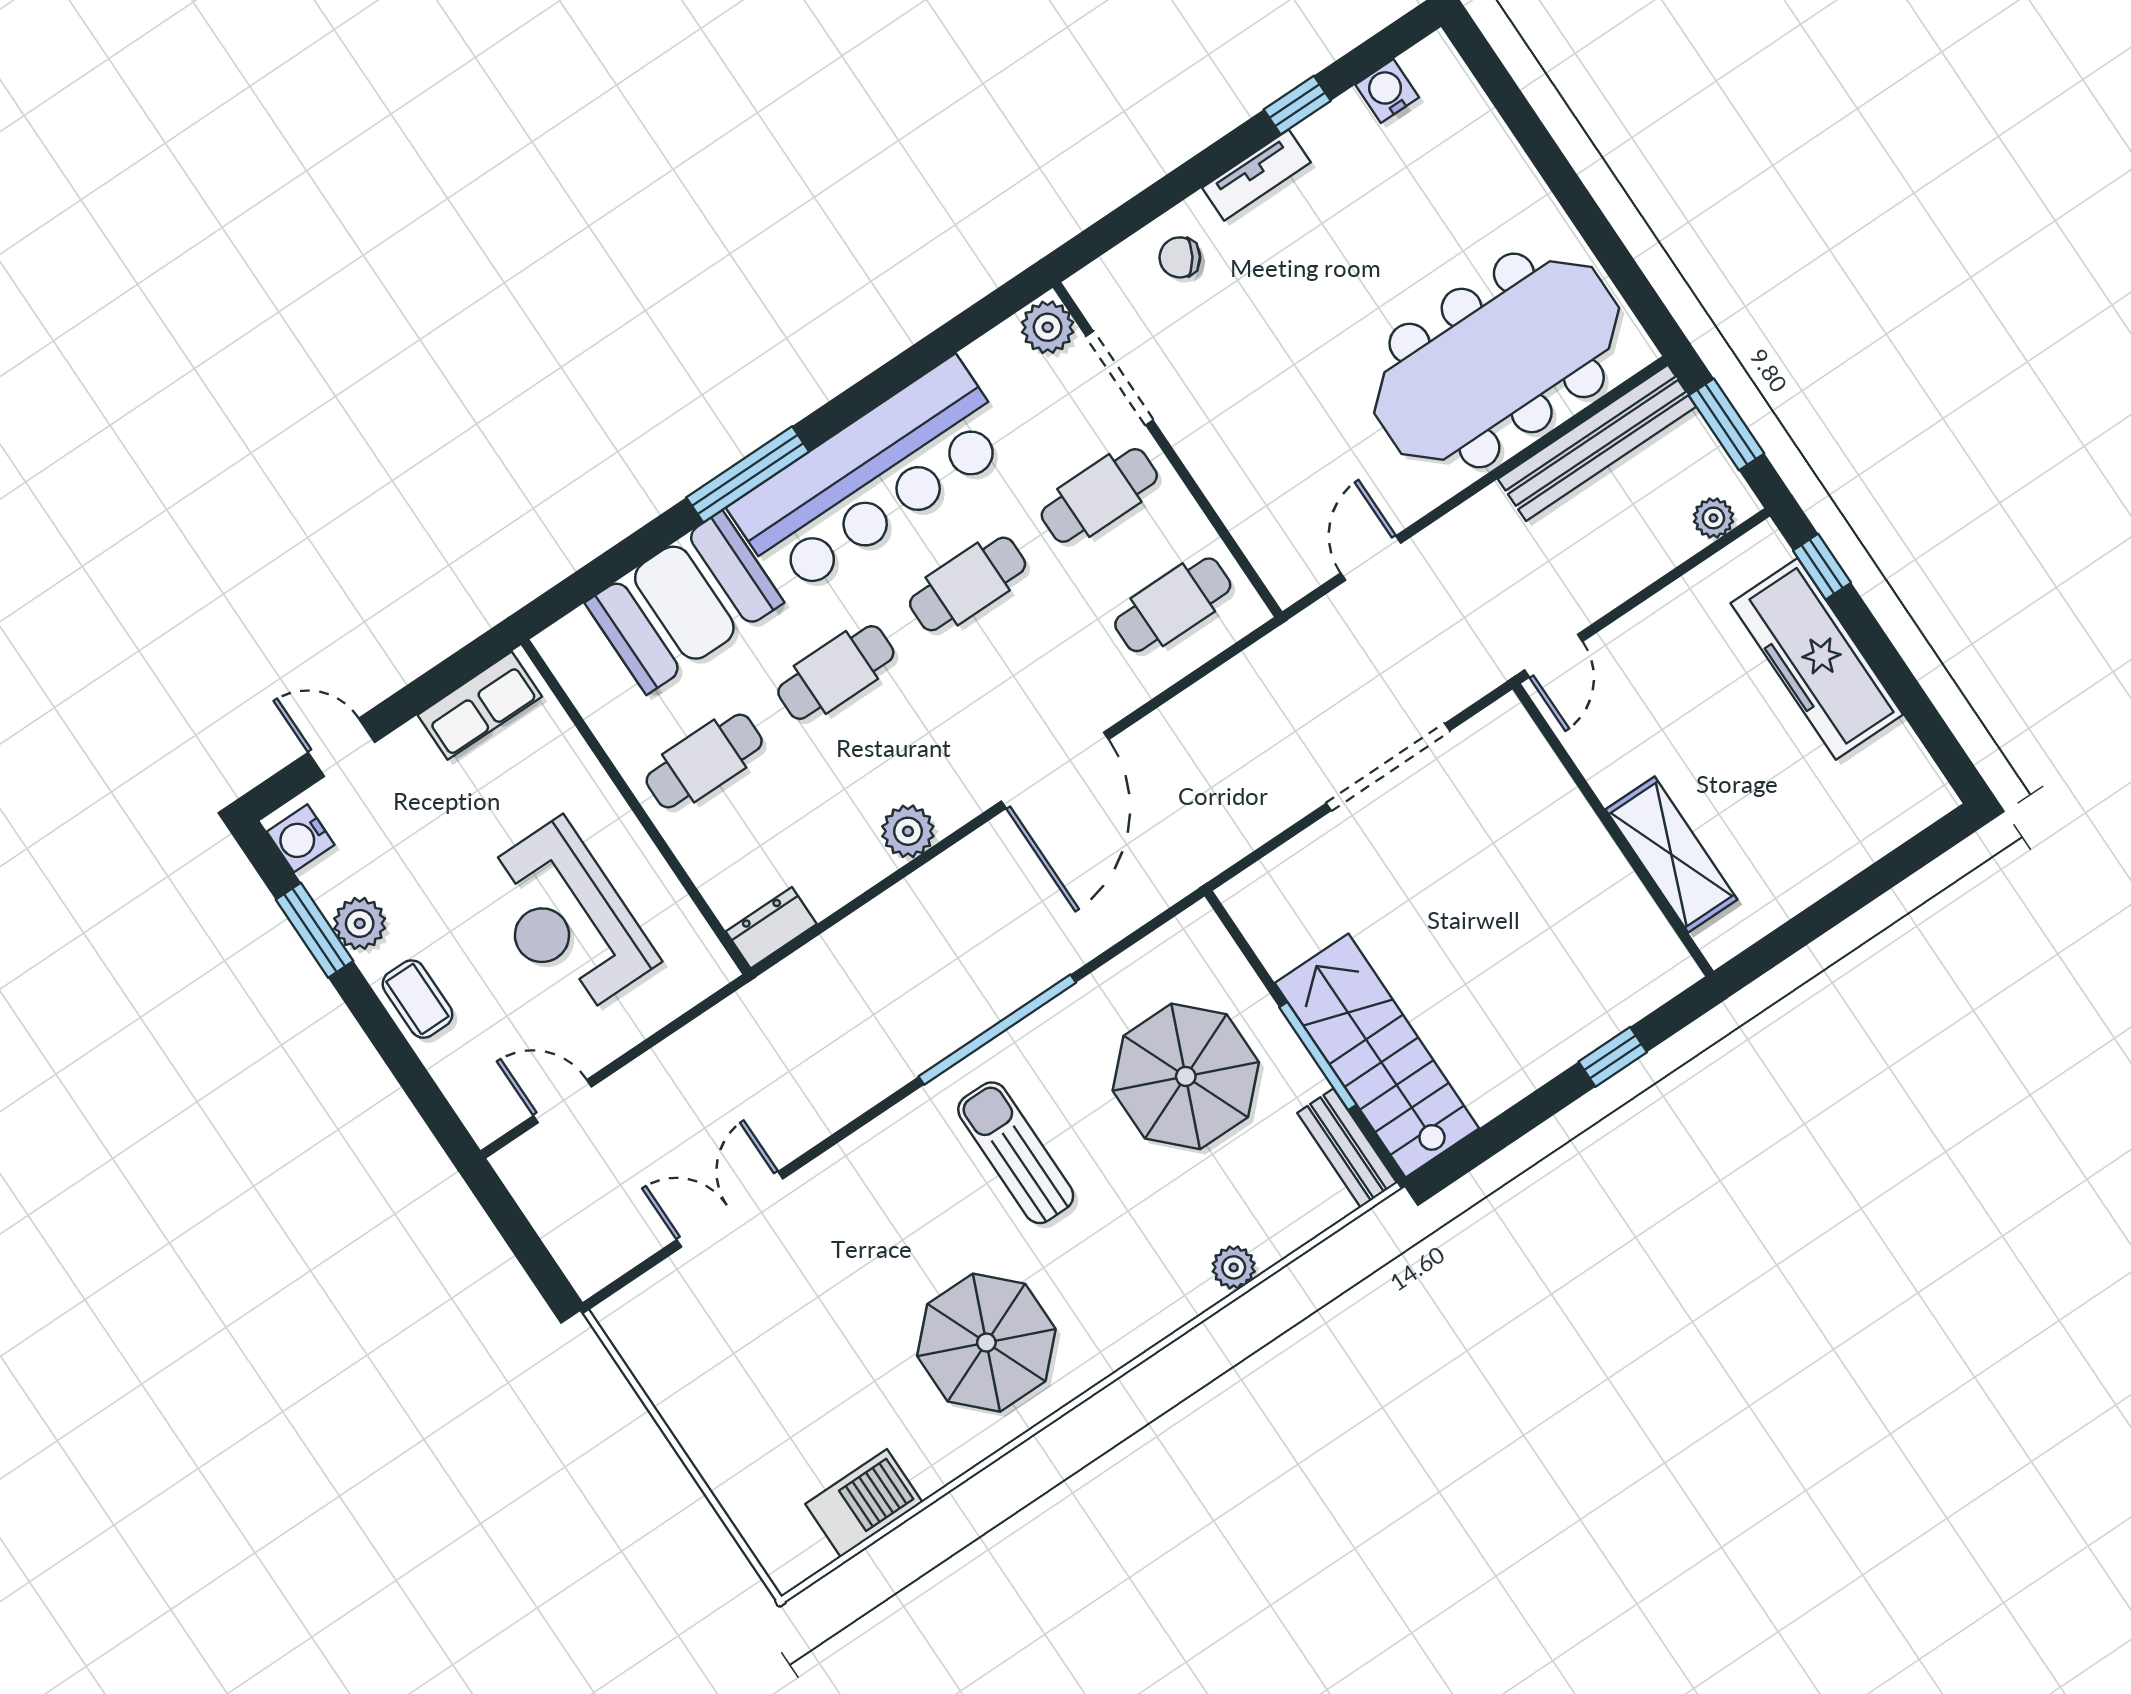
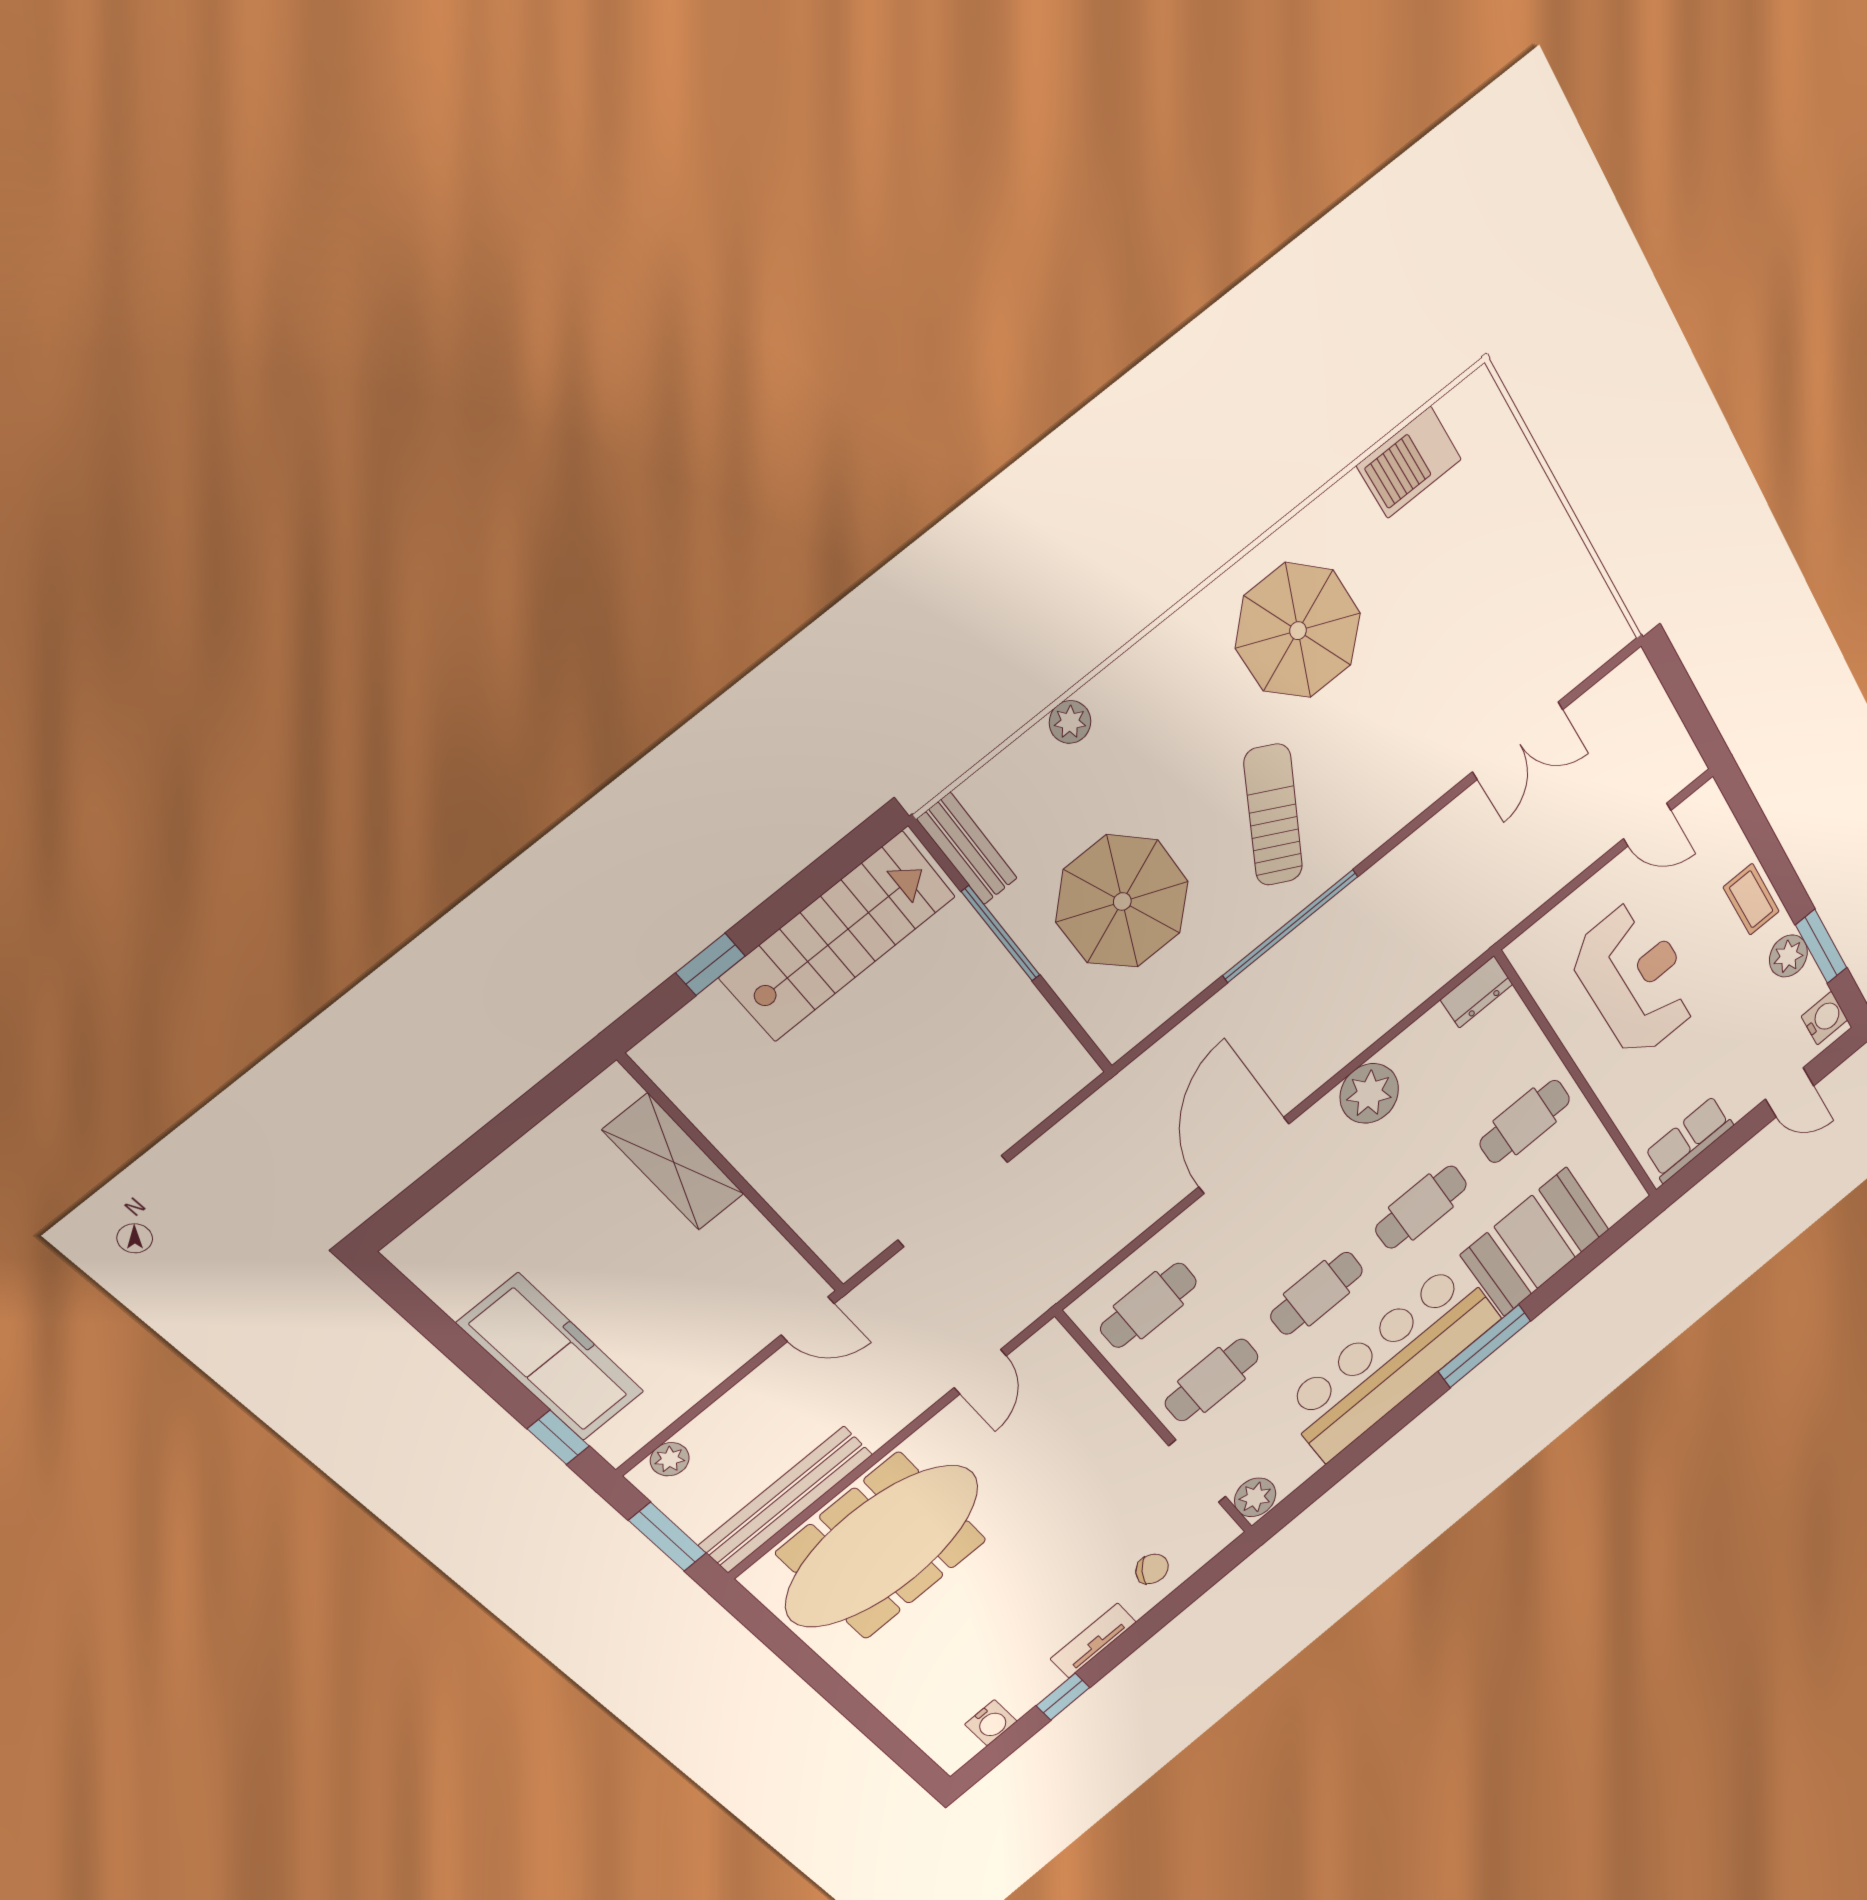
door: (1553, 656) -> (808, 1319), swing flipped
plant: (908, 831) -> (1369, 1093), width x1.36, depth x1.36
stairs: (1377, 1056) -> (838, 937), moved, turned -90
sun lounger: (1016, 1153) -> (1273, 815), turned -152

